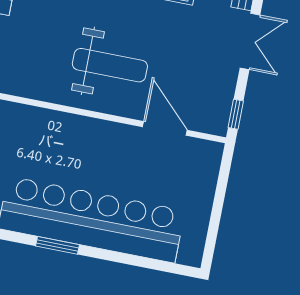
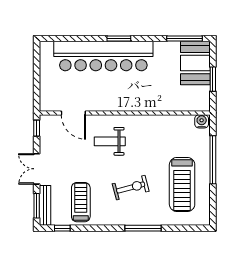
weight bench: (110, 65) -> (110, 141), width x0.73, depth x0.75

